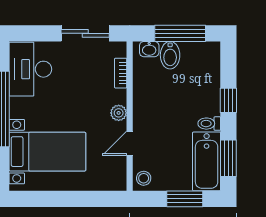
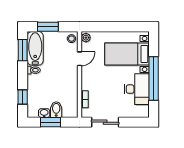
window: (180, 33) -> (50, 122), width x0.69
washbasin: (149, 49) -> (44, 113), moved
desk: (30, 69) -> (137, 89), moved
window: (228, 100) -> (23, 97), moved
plant: (119, 113) -> (86, 38), moved

